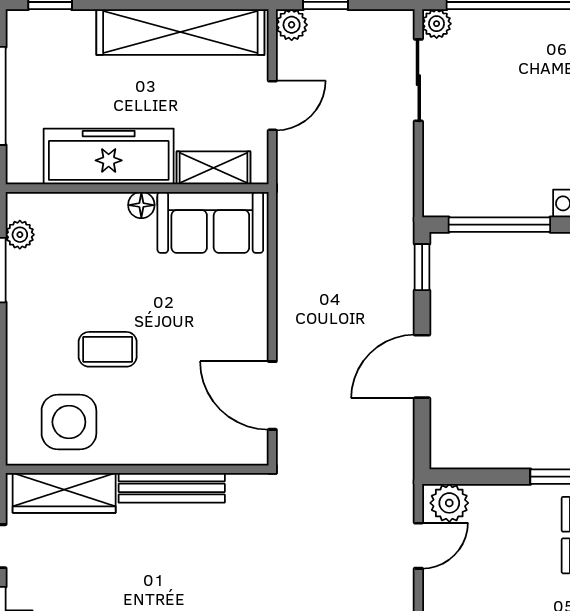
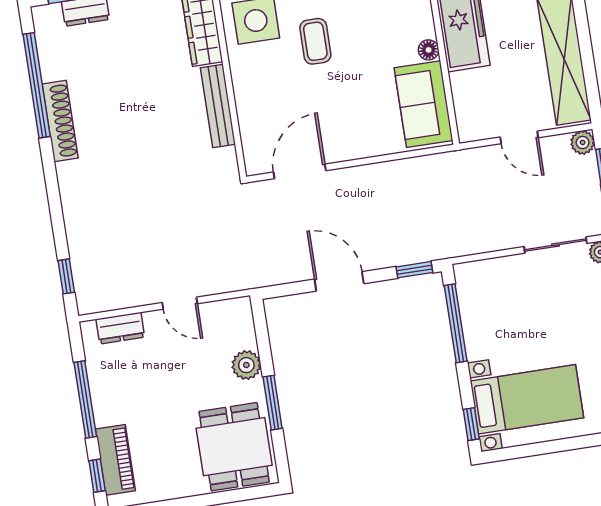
shelving: (213, 168) -> (465, 100), removed
plant: (449, 503) -> (246, 365), moved
door: (418, 546) -> (180, 303), moved

